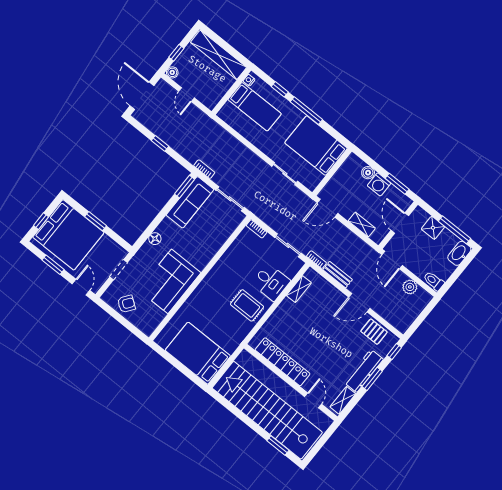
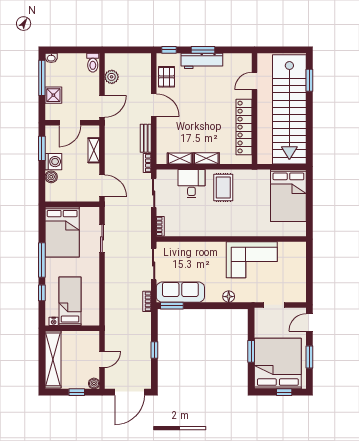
washbasin: (459, 253) -> (51, 58), width x0.52, depth x0.69
armchair: (126, 304) -> (295, 279), removed
shelving: (343, 400) -> (206, 158), moved

